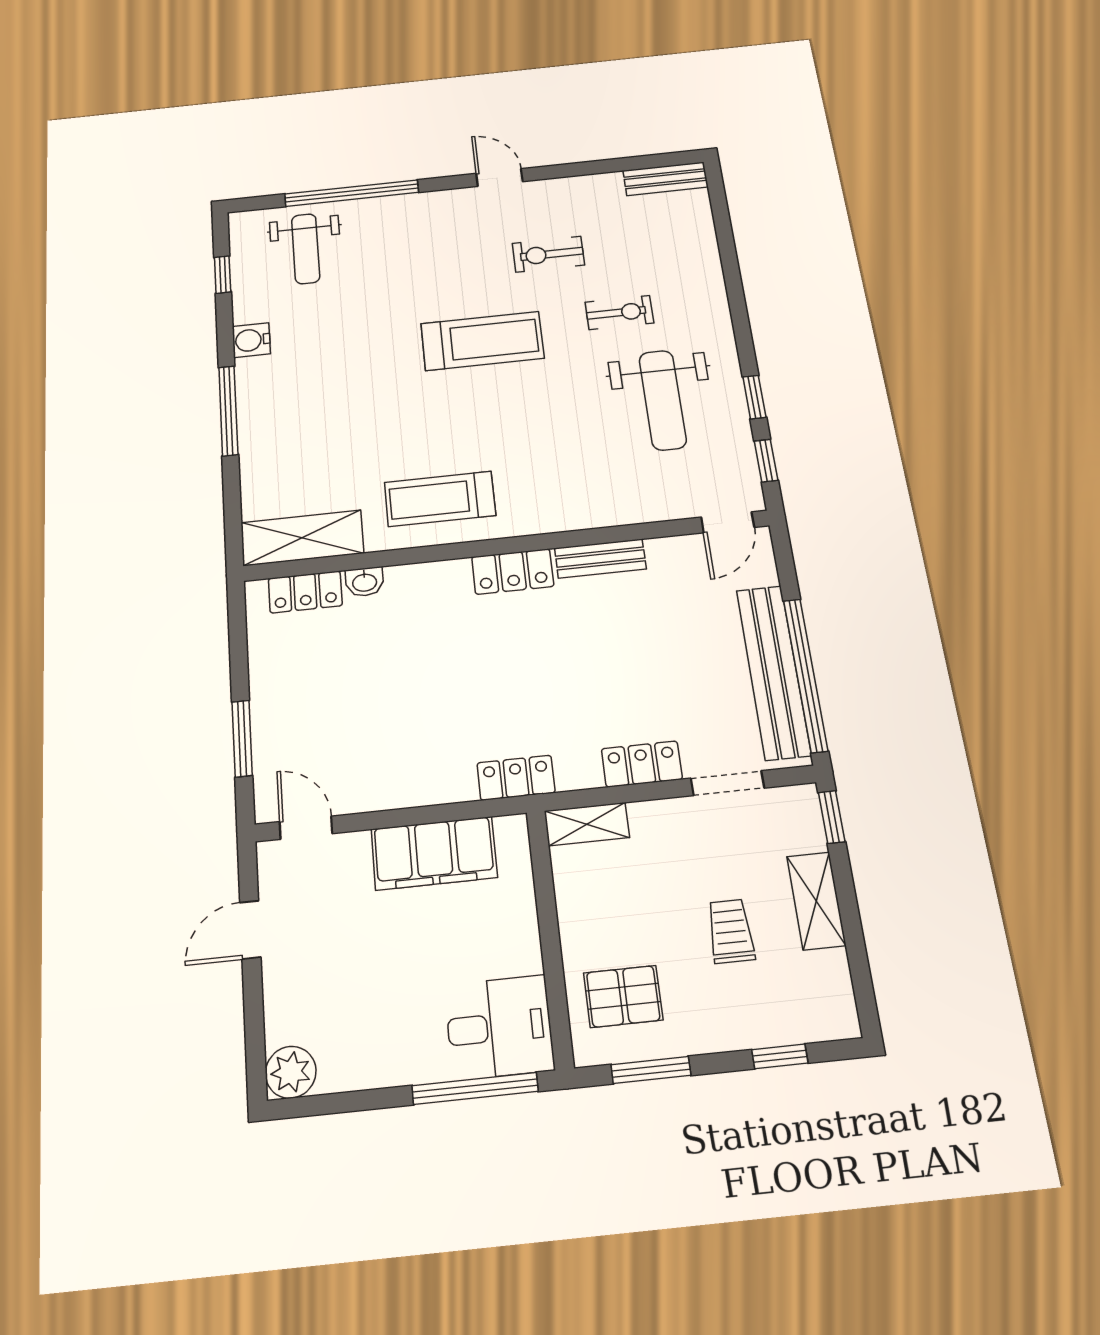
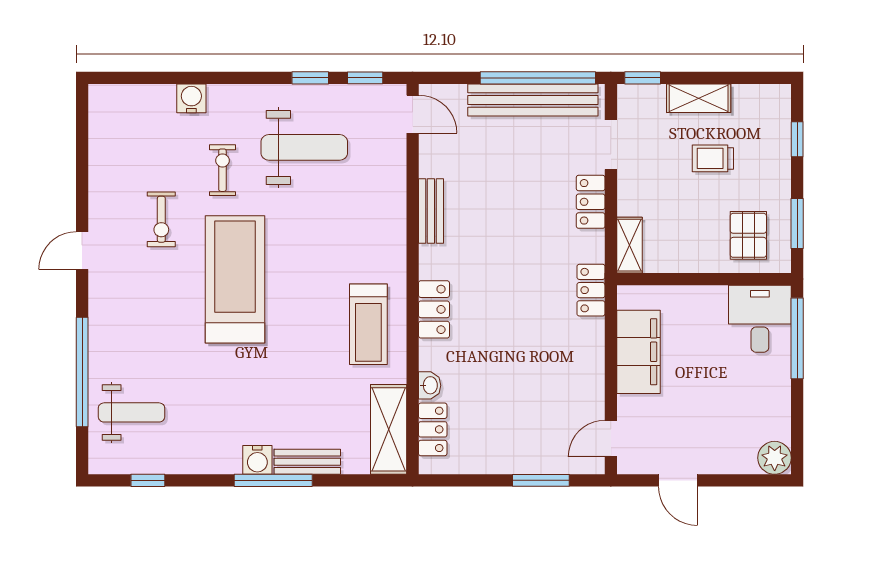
bench: (665, 179) -> (307, 462), moved, turned 90
water cooler: (705, 270) -> (191, 98), added
water cooler: (251, 340) -> (257, 460), moved
treadmill: (482, 341) -> (235, 279), width x1.37, depth x1.38
locker: (513, 572) -> (434, 309), moved

